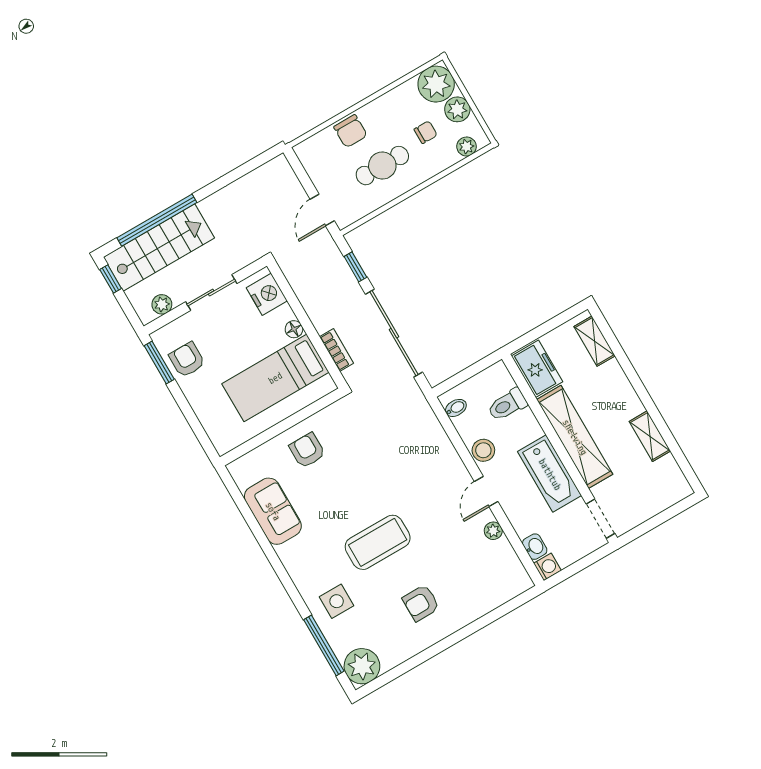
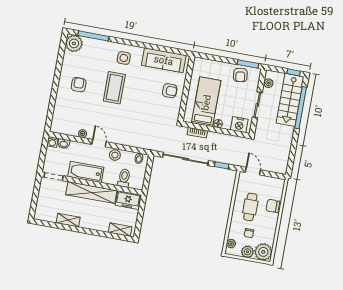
armchair: (187, 360) -> (240, 75), turned 82
sofa: (273, 511) -> (164, 60), width x1.36
side table: (337, 601) -> (124, 58), moved

